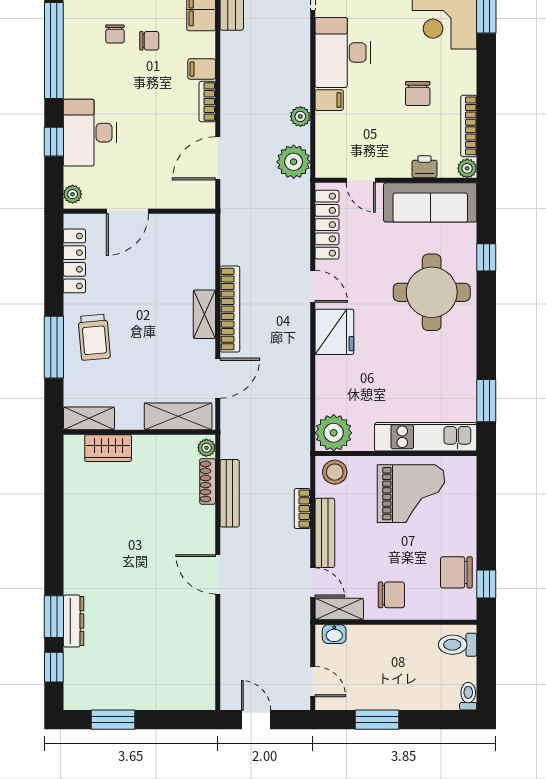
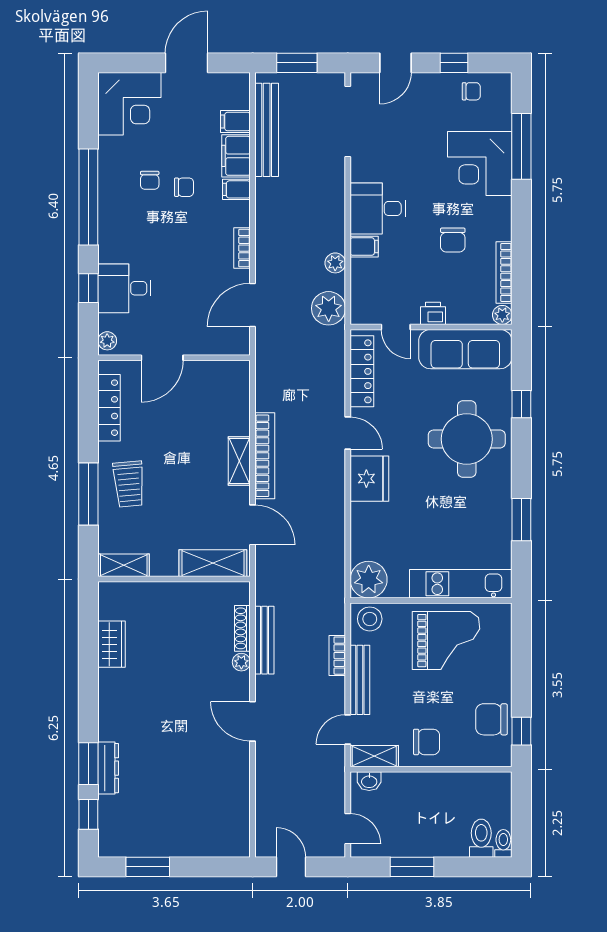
desk: (343, 52) -> (378, 208), width x0.73
filing cabinet: (202, 69) -> (236, 189), moved
desk: (90, 133) -> (124, 288), width x0.73
printer: (424, 167) -> (433, 313), moved
door: (218, 378) -> (253, 525), hinge flipped
window: (486, 401) -> (521, 520), moved
wardrobe: (108, 448) -> (112, 644), moved, turned -90
plant: (206, 448) -> (241, 662), moved
door: (313, 582) -> (348, 729), swing flipped
toilet: (458, 645) -> (481, 838), moved, turned 90

